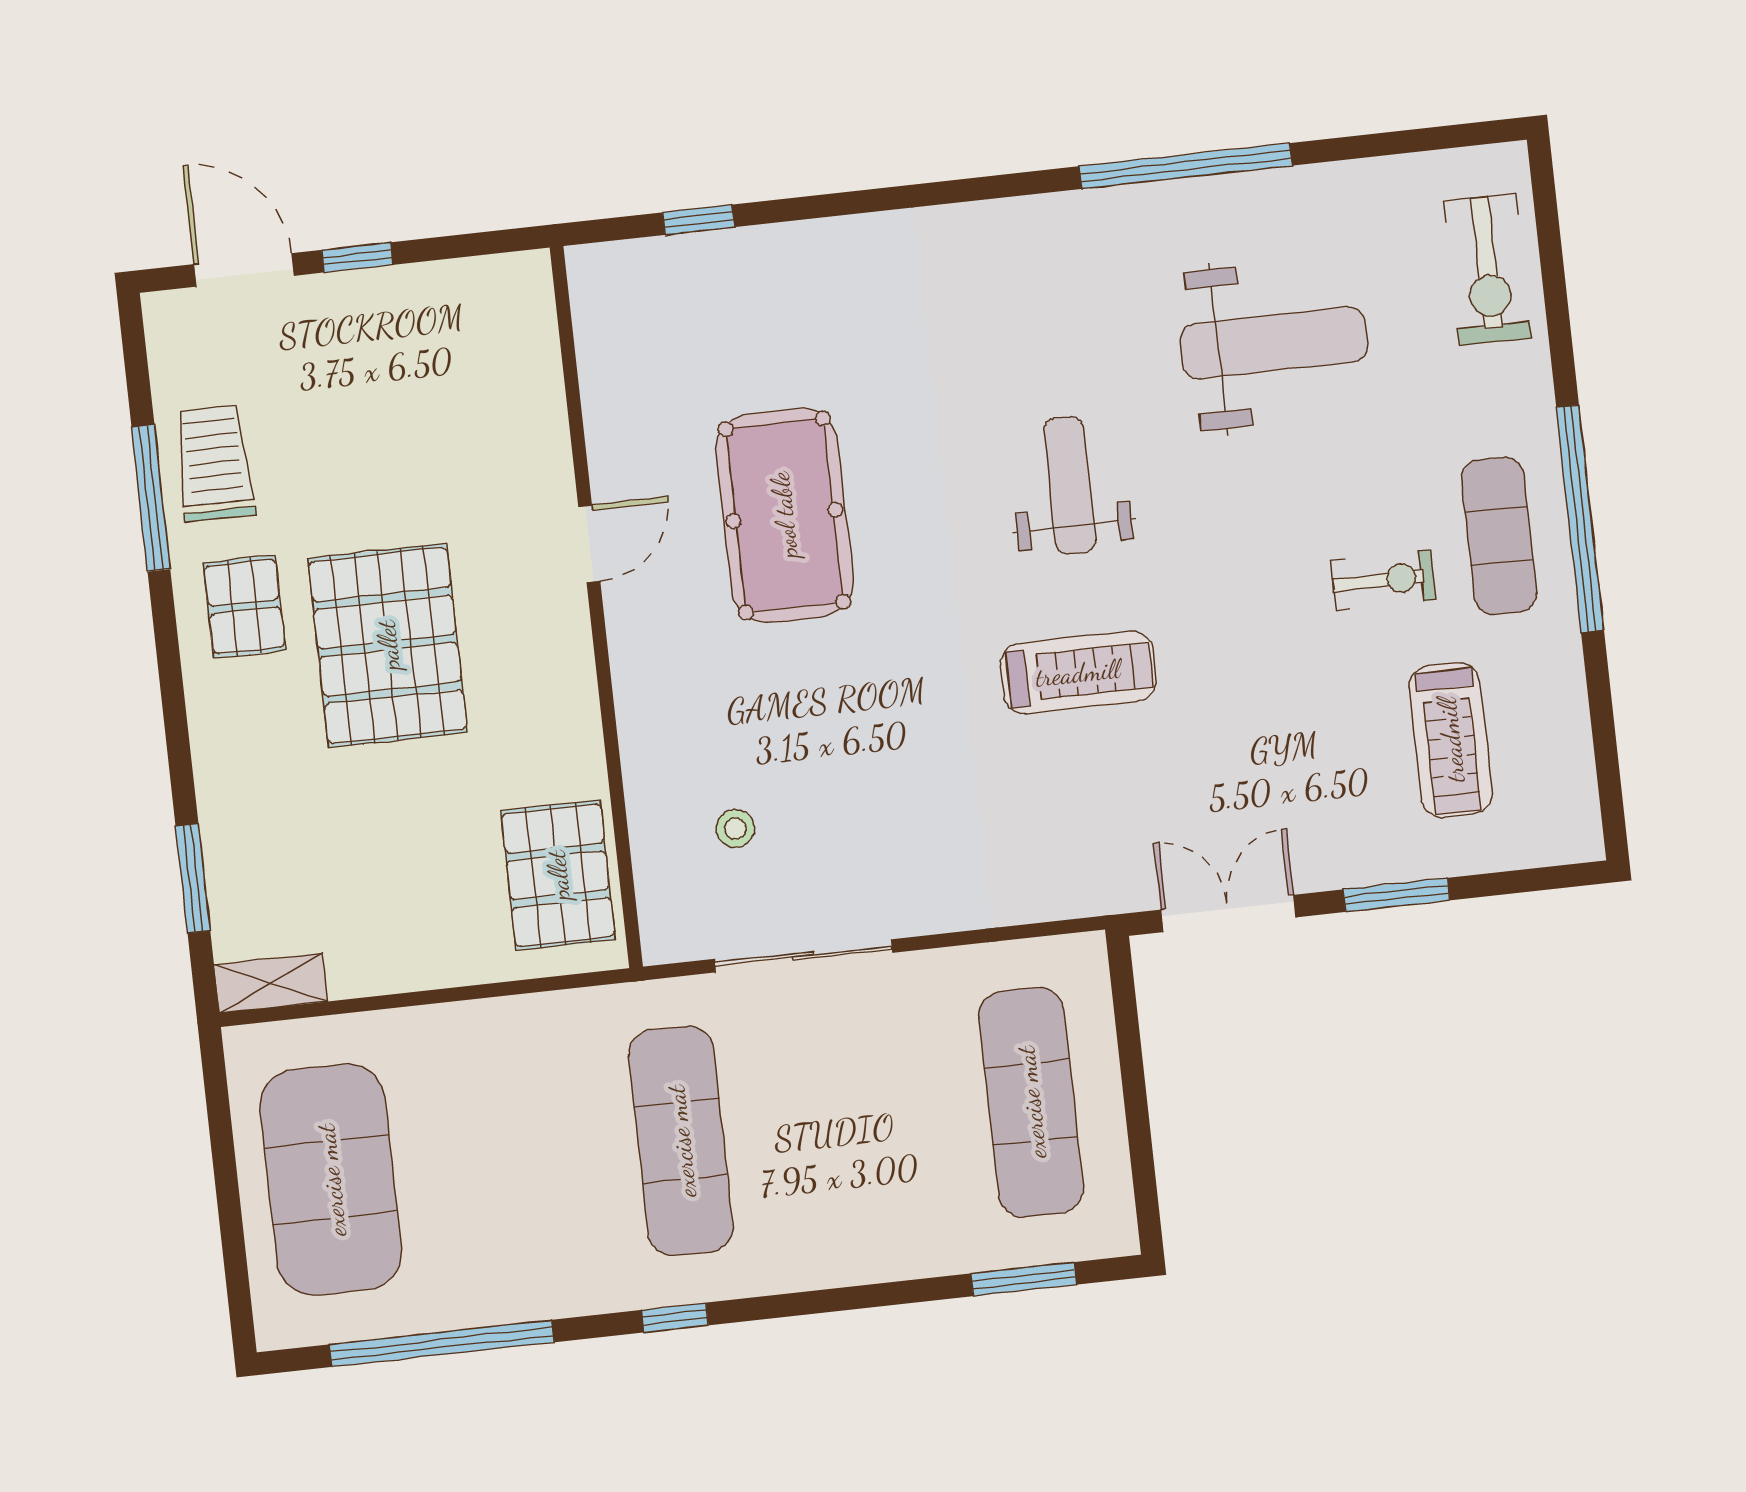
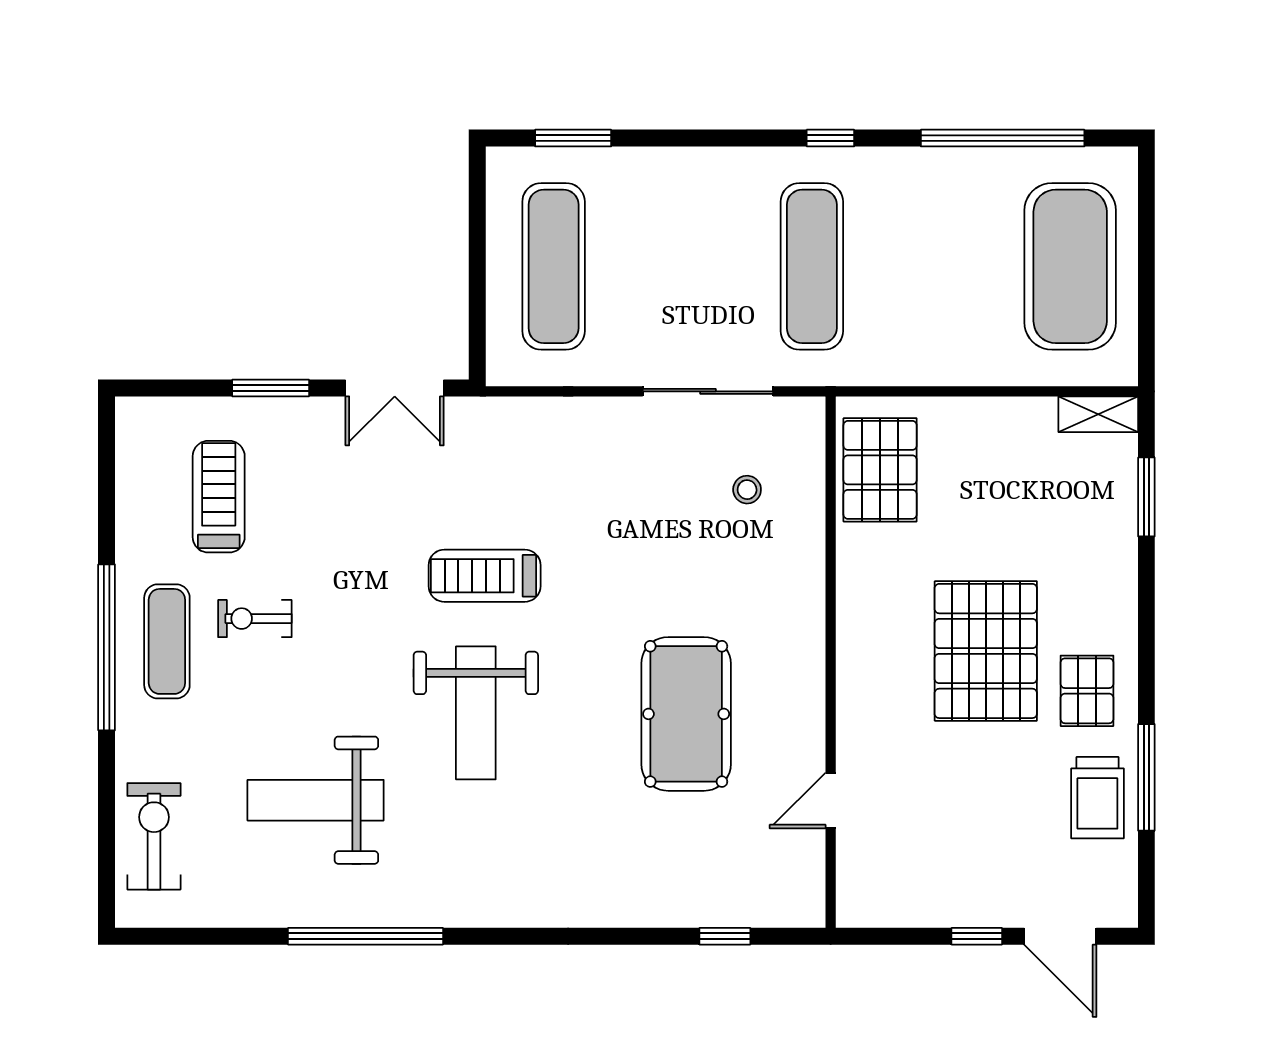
weight bench: (1070, 485) -> (476, 713), width x1.36, depth x1.33
door: (589, 544) -> (831, 801), moved

